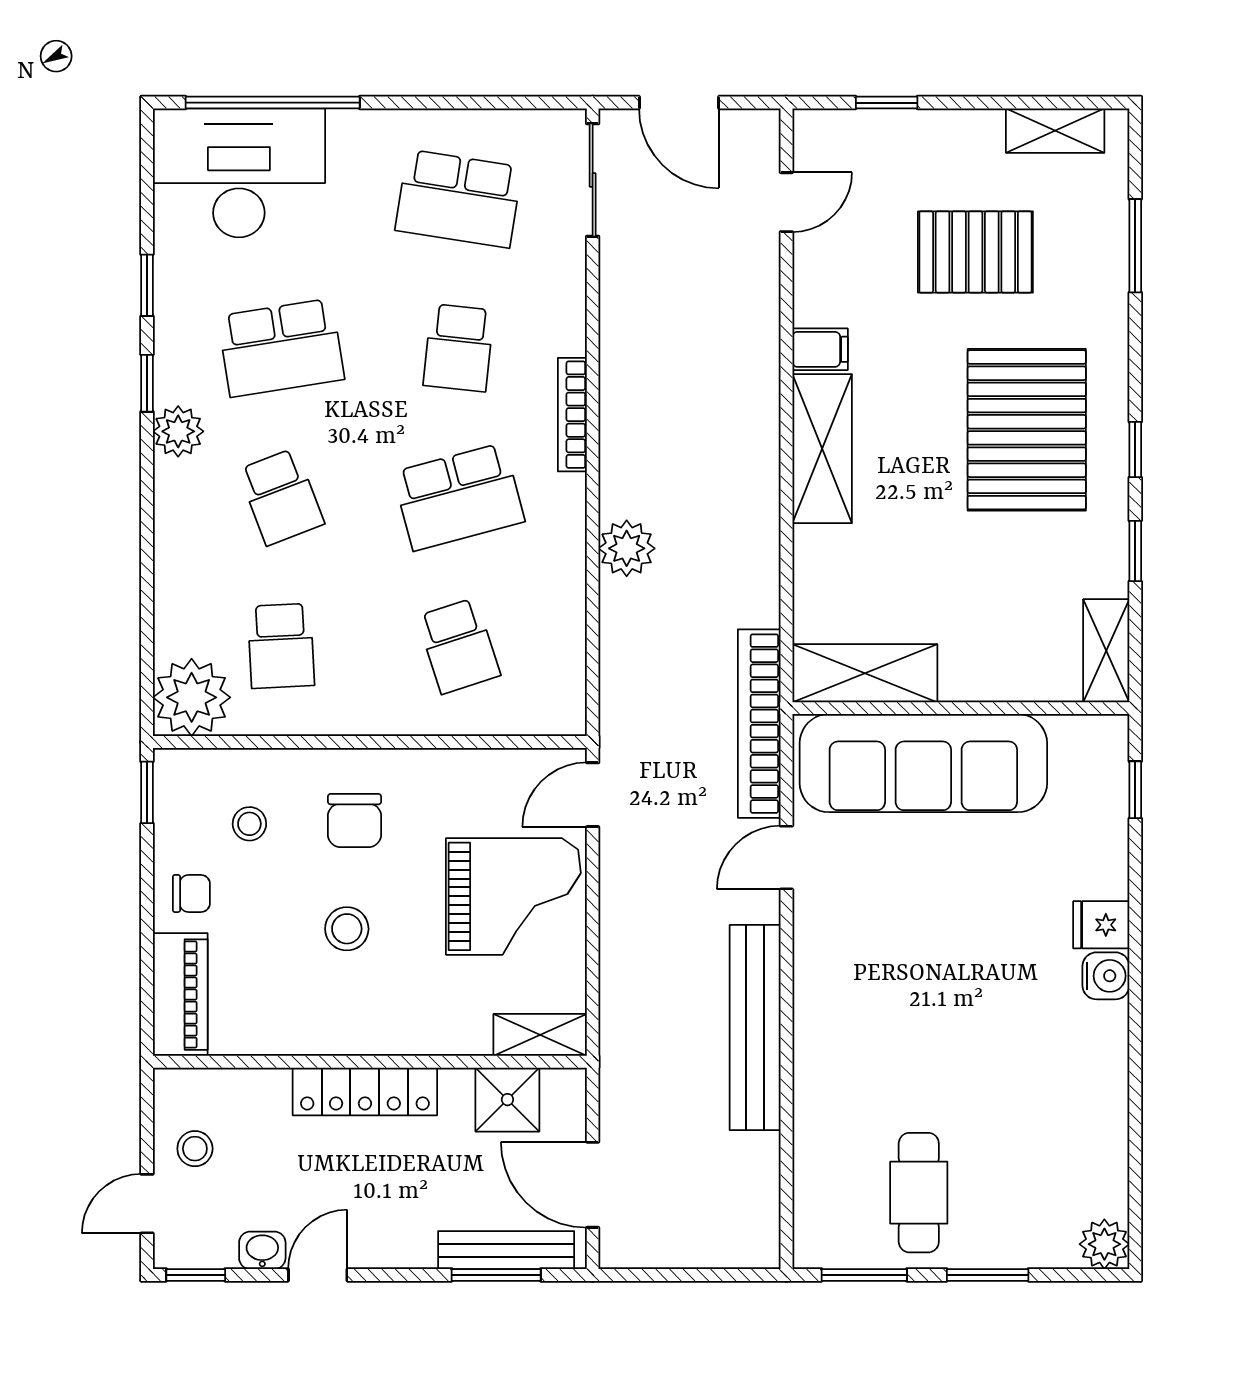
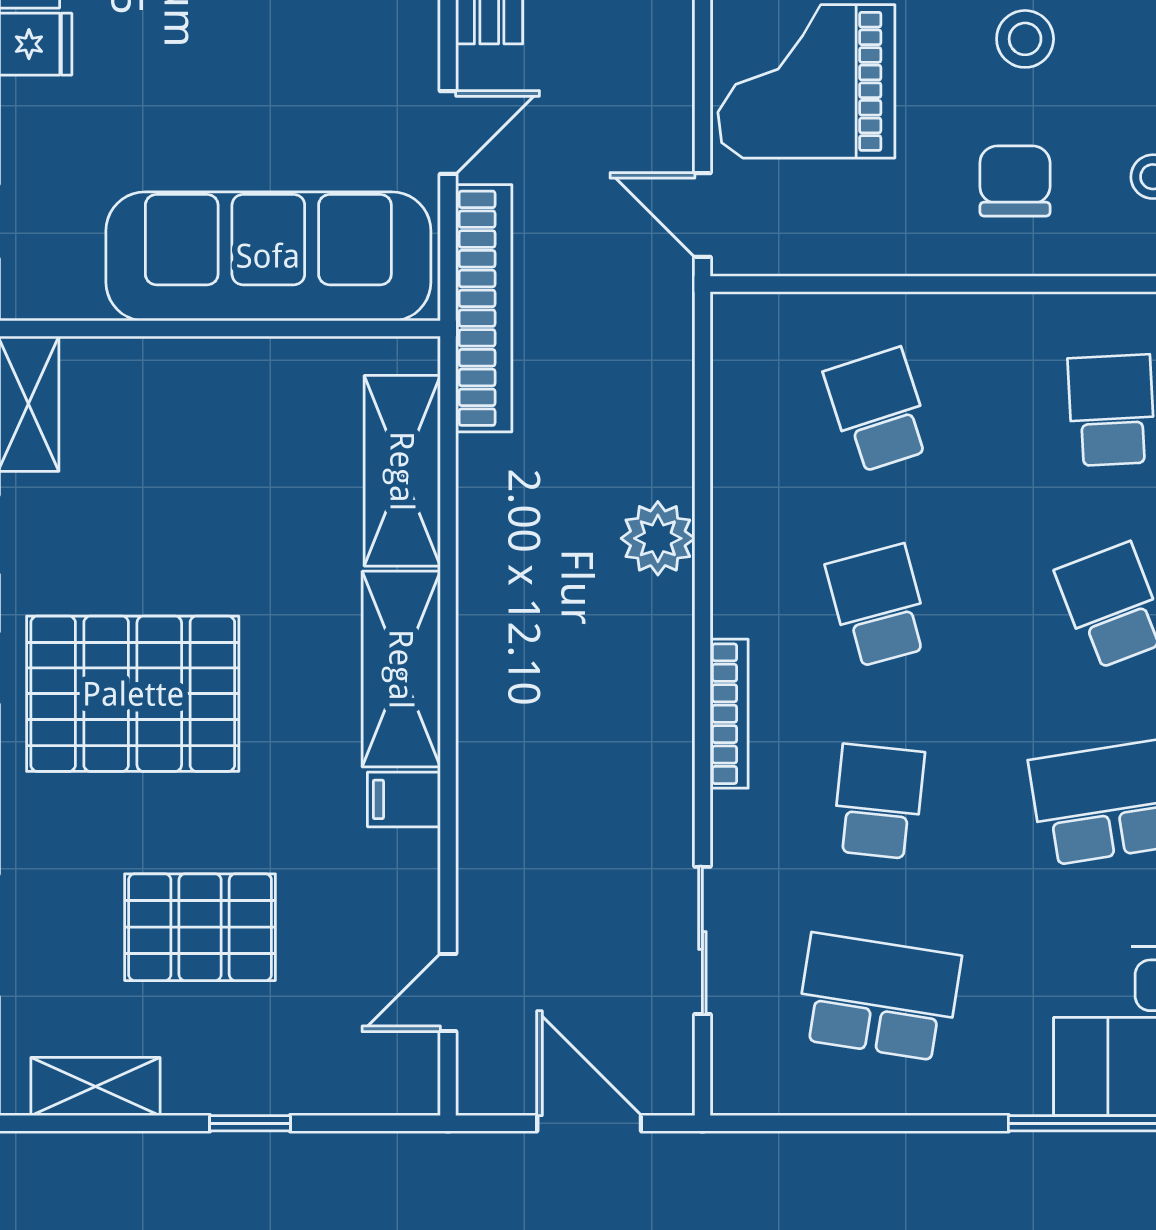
window: (887, 103) -> (250, 1123), moved
sliding door: (593, 180) -> (702, 940), moved
pallet: (1027, 430) -> (133, 694), turned 90
school desk: (459, 497) -> (878, 606), width x0.54
shelving: (865, 673) -> (402, 471), moved, turned 90
door: (593, 795) -> (702, 215), swing flipped

